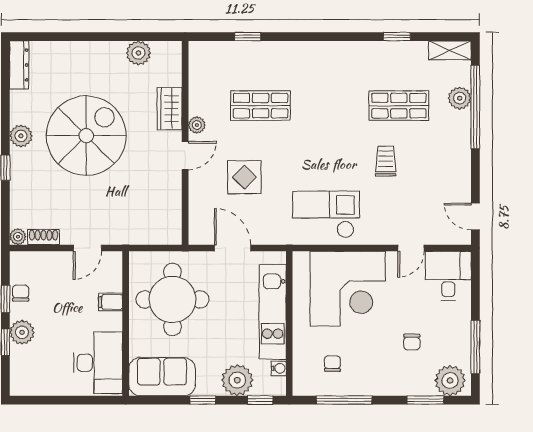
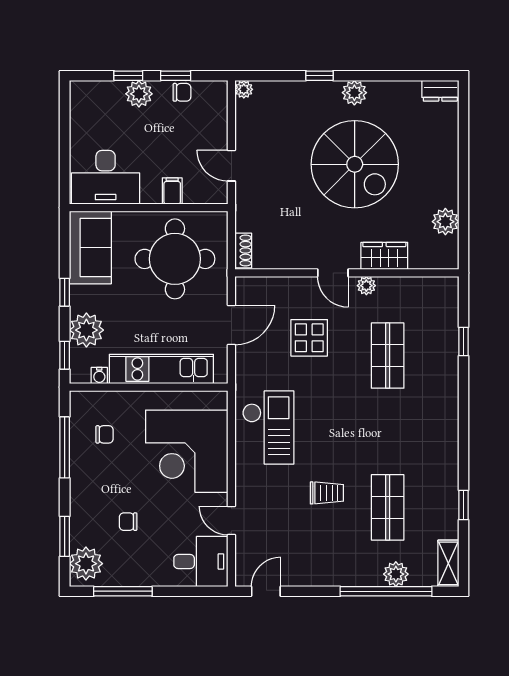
dresser: (19, 65) -> (440, 91), width x0.70
shoe rack: (43, 237) -> (243, 251), moved

